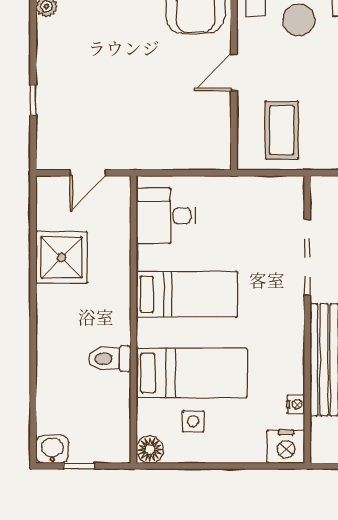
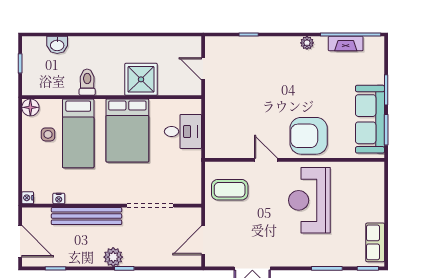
desk: (166, 216) -> (183, 131), moved, turned 90
shower: (62, 257) -> (141, 79), moved
bed: (187, 294) -> (127, 130), width x1.50
nightstand: (286, 447) -> (28, 198), width x0.53, depth x0.56
washbasin: (52, 449) -> (57, 45), moved, turned 90

